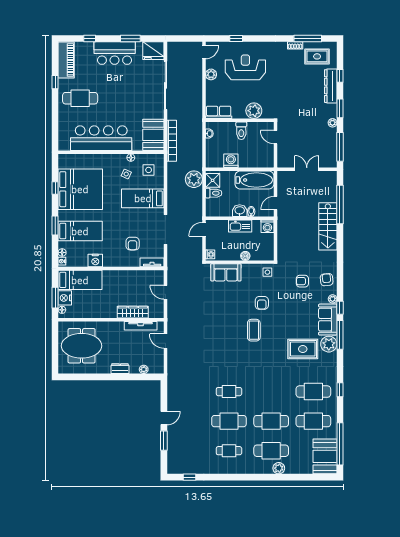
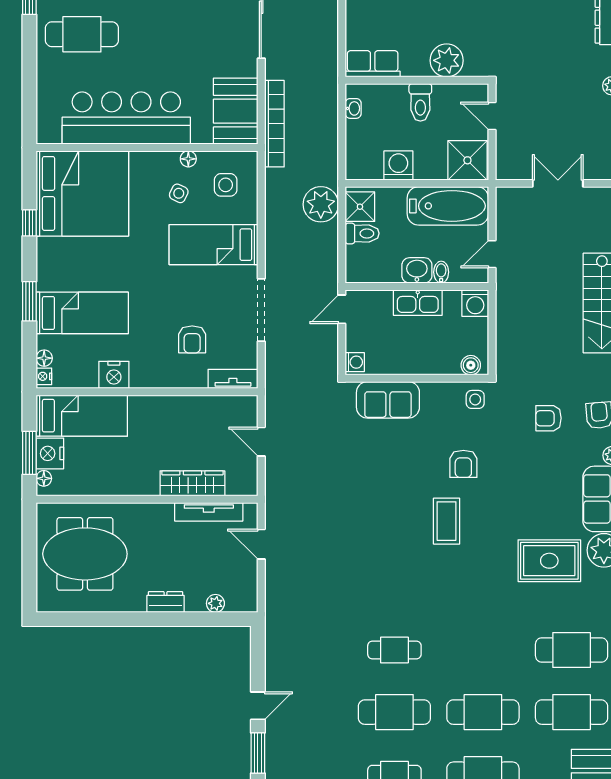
shower: (264, 158) -> (467, 160), added
bed: (80, 189) -> (82, 193), moved
boiler: (245, 256) -> (471, 365), moved

